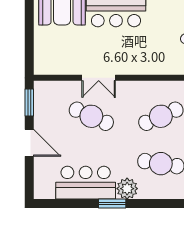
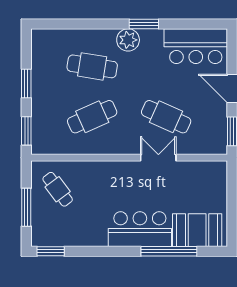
bar counter: (86, 183) -> (196, 46), moved

